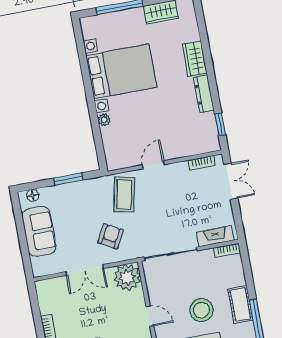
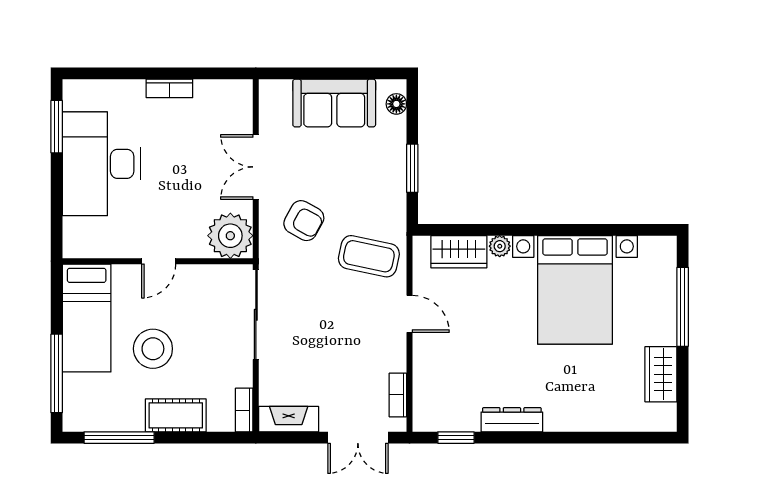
wardrobe: (195, 59) -> (459, 252), moved, turned 180
fireplace: (215, 236) -> (289, 419), moved, turned -90
cot: (240, 305) -> (176, 415), moved

